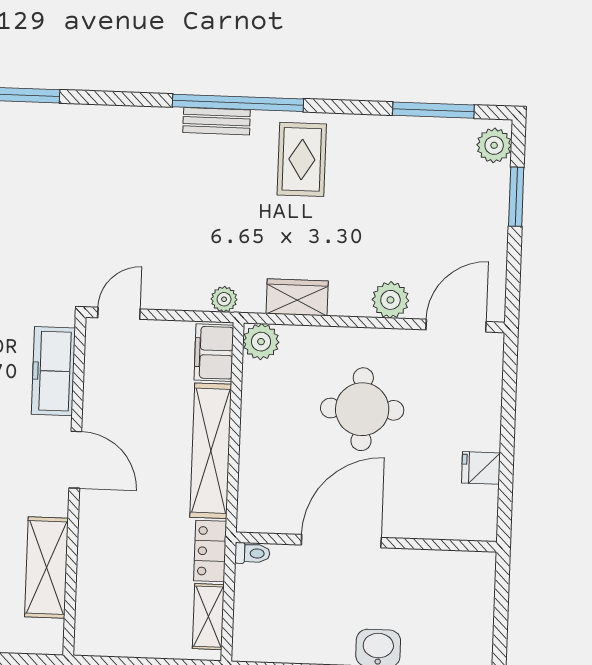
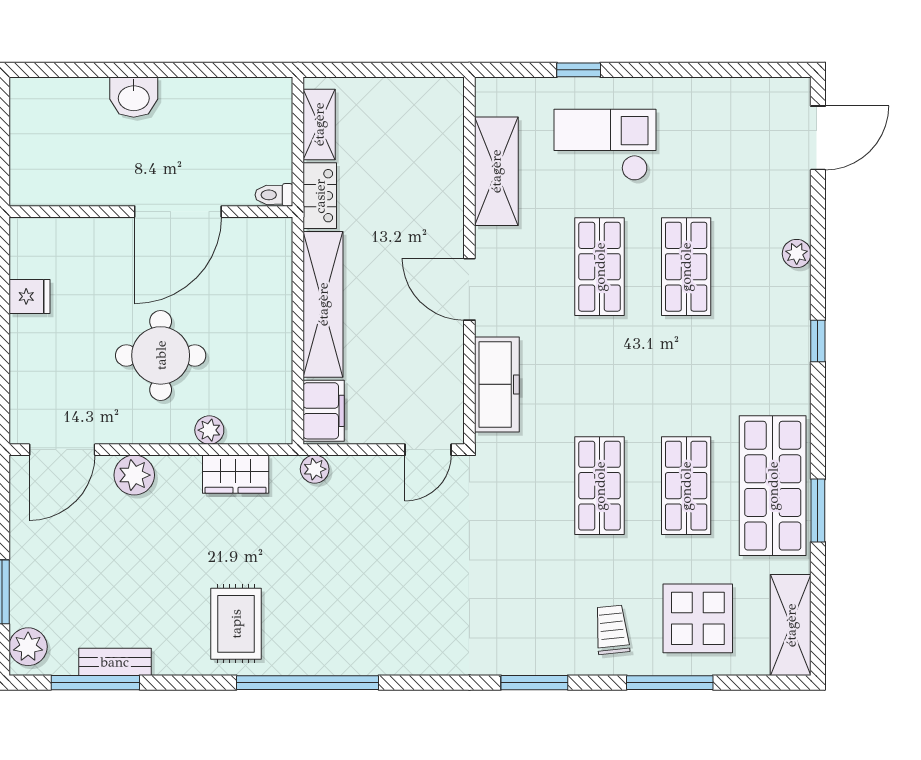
bench: (217, 121) -> (115, 662), moved
plant: (261, 342) -> (209, 430), moved, width x0.73, depth x0.73

